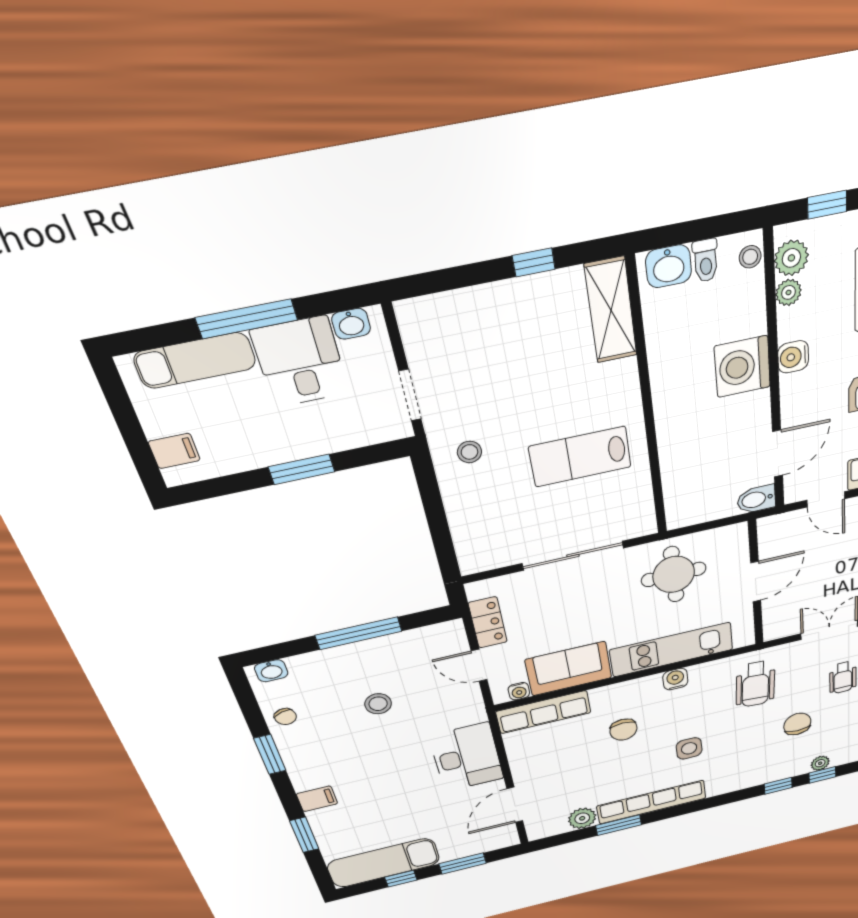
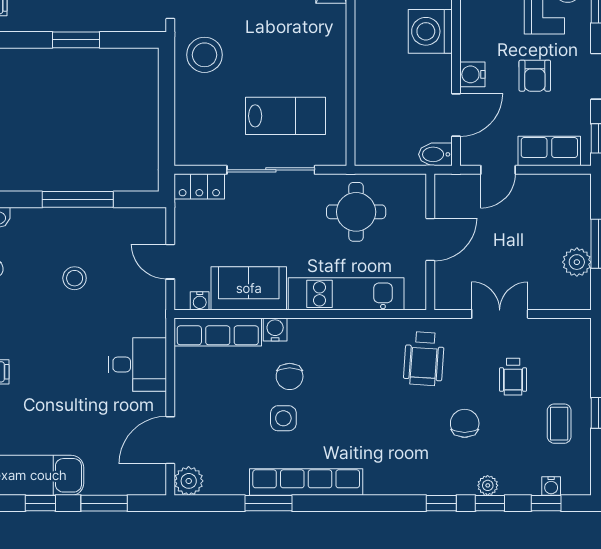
water cooler: (793, 357) -> (472, 74), moved
stool: (469, 452) -> (205, 55), width x1.89, depth x1.89
lab bench: (580, 457) -> (285, 116), moved, turned 180
door: (826, 499) -> (498, 170), hinge flipped
locker: (488, 623) -> (199, 186), moved, turned 90
water cooler: (675, 679) -> (275, 330), moved
side table: (689, 748) -> (283, 418), moved
desk: (467, 757) -> (137, 365), width x0.73
plant: (582, 818) -> (189, 481), moved

